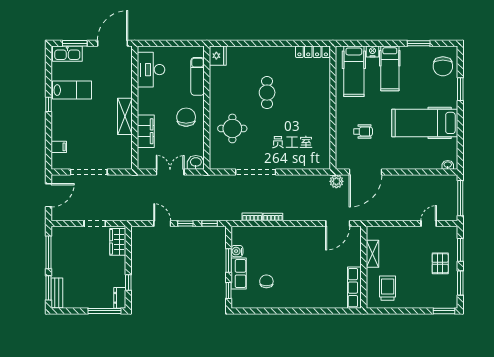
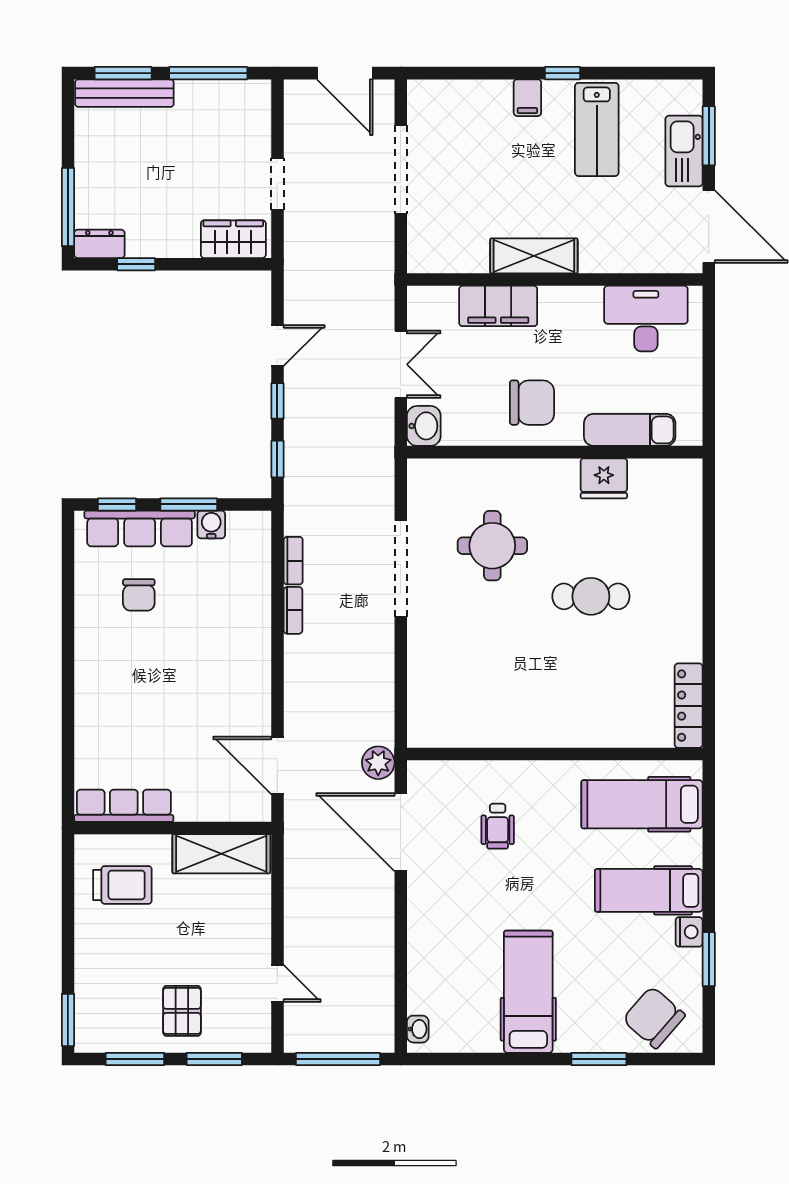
nightstand: (372, 52) -> (689, 932), moved
kitchen sink: (67, 54) -> (684, 151), moved
fridge: (218, 56) -> (604, 478), moved
chair: (443, 66) -> (654, 1017), turned 41
hospital bed: (425, 123) -> (528, 992), width x0.73, depth x0.78
round table: (232, 128) -> (492, 546), moved
filing cabinet: (59, 147) -> (527, 98), moved
shelving: (372, 254) -> (221, 854), width x1.50, depth x1.33
pallet: (440, 263) -> (182, 1011), turned 90
row of seats: (239, 274) -> (140, 529), width x1.48
chair: (266, 281) -> (139, 595), turned 90
bench: (57, 293) -> (124, 93), width x1.36

